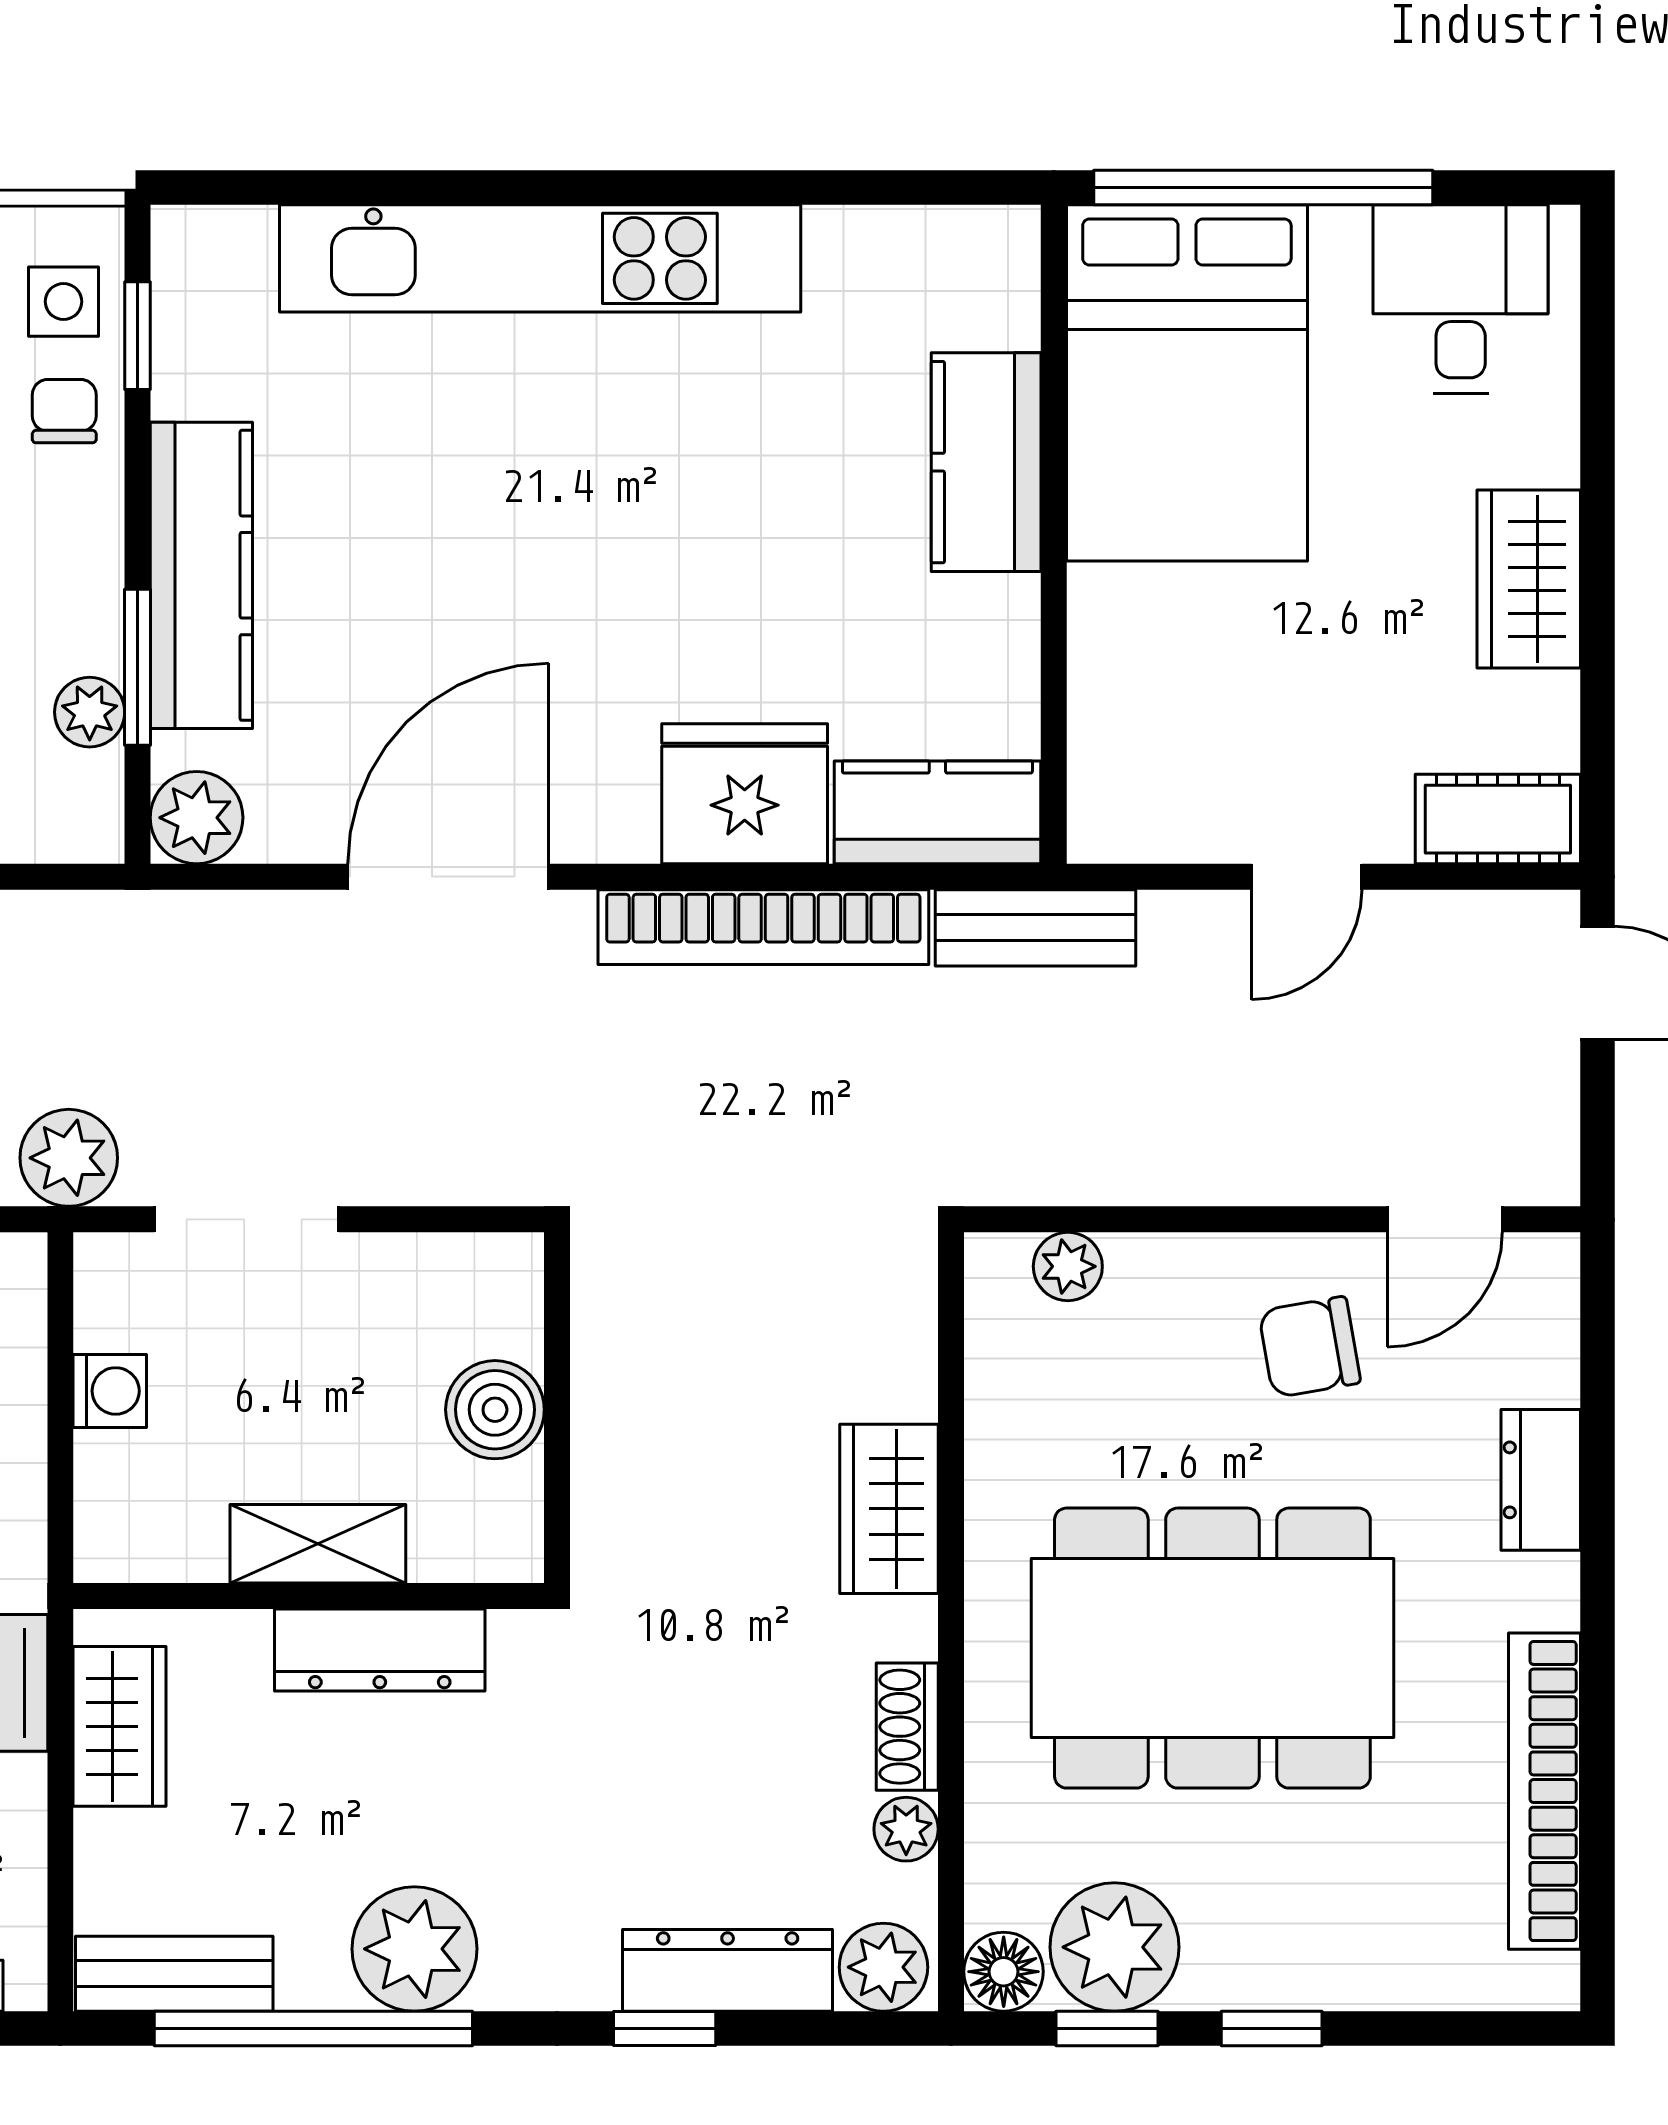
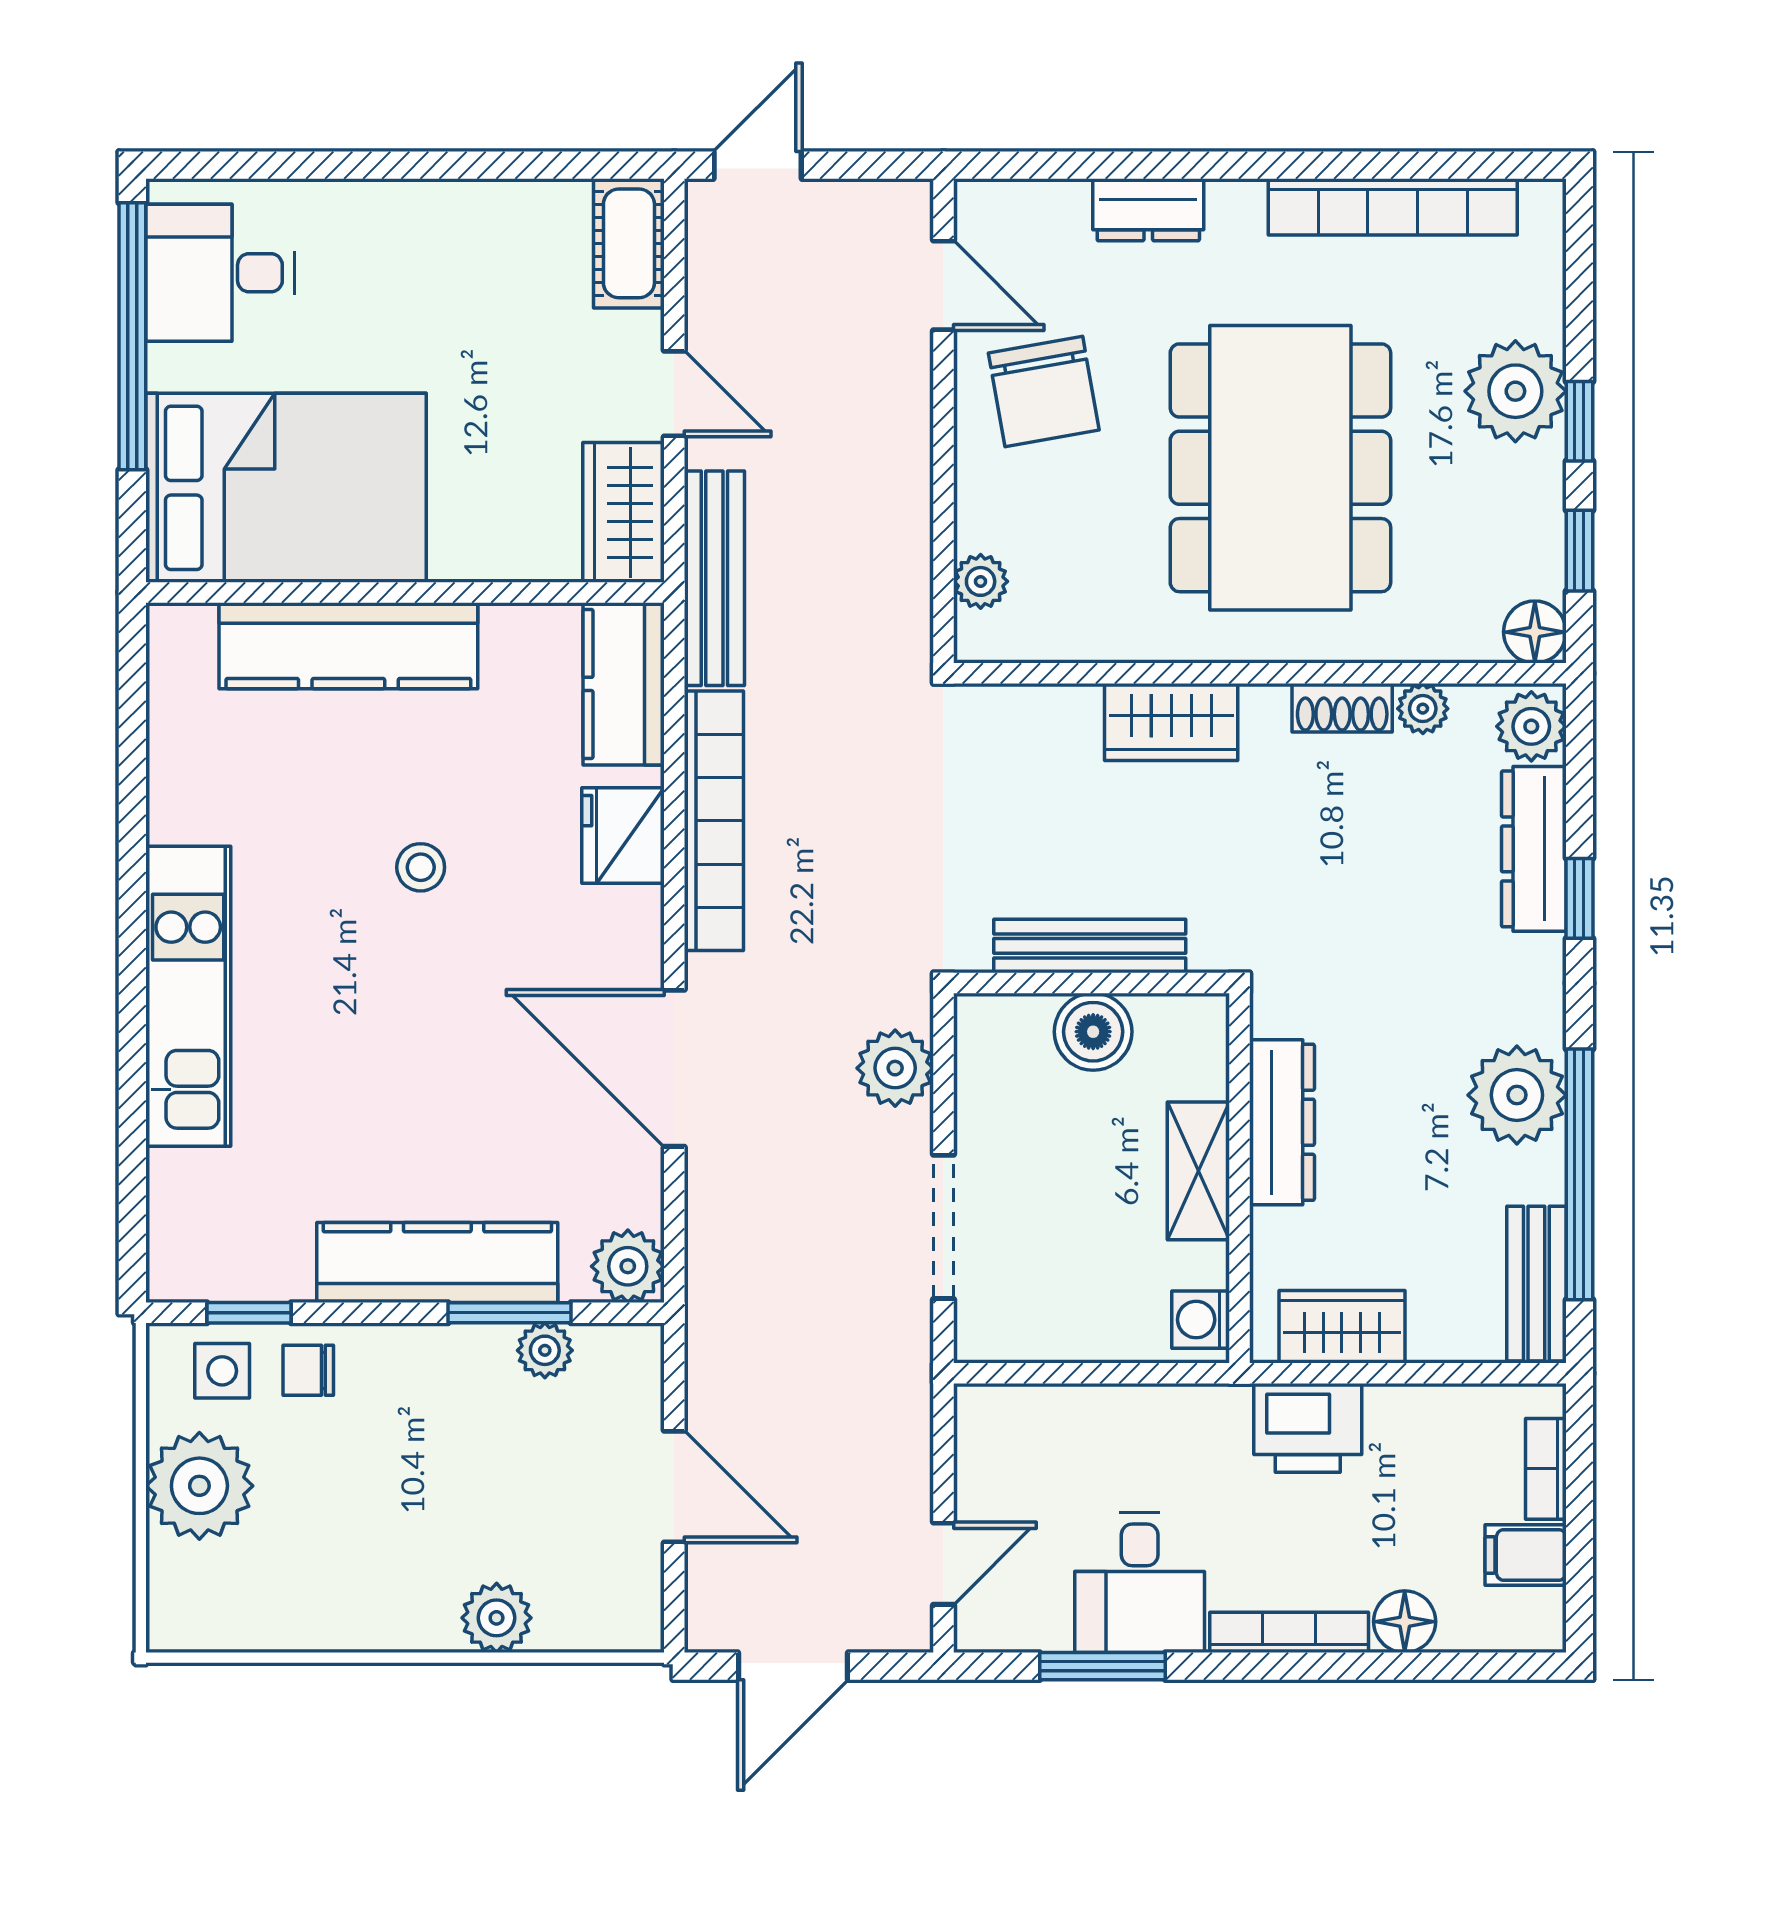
window: (1263, 187) -> (132, 336), moved
kitchen unit: (540, 258) -> (188, 996), width x0.73
kitchen counter: (986, 462) -> (348, 646), width x1.50
stool: (704, 554) -> (421, 867), added
wardrobe: (1529, 579) -> (624, 512), moved, turned 90
fridge: (745, 794) -> (623, 835), width x0.73, depth x0.75
bench: (1036, 928) -> (714, 578), width x1.36
plant: (69, 1158) -> (895, 1068), moved
chair: (1310, 1347) -> (1044, 392), width x1.37, depth x1.37
washing machine: (110, 1391) -> (1201, 1320), moved, turned -90
bench: (604, 1405) -> (1090, 946), added
plant: (1114, 1947) -> (1515, 391), moved

